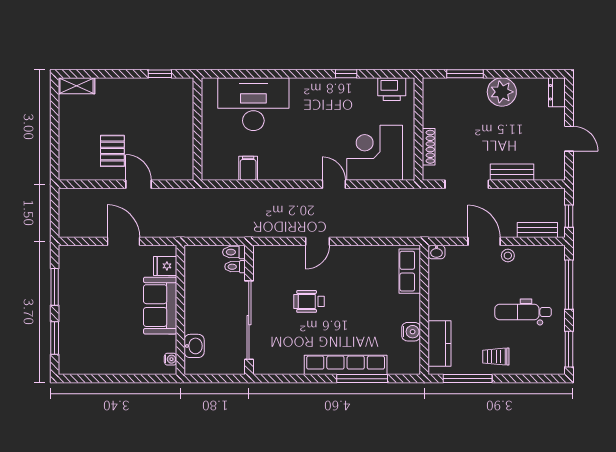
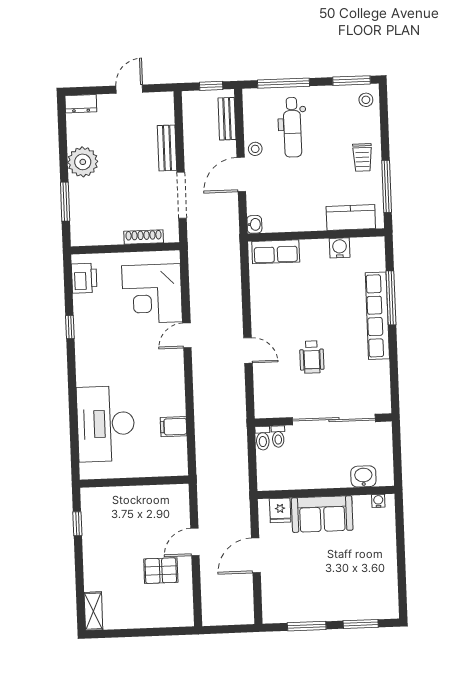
dental chair: (523, 312) -> (292, 127), moved
stool: (550, 362) -> (366, 100), added

